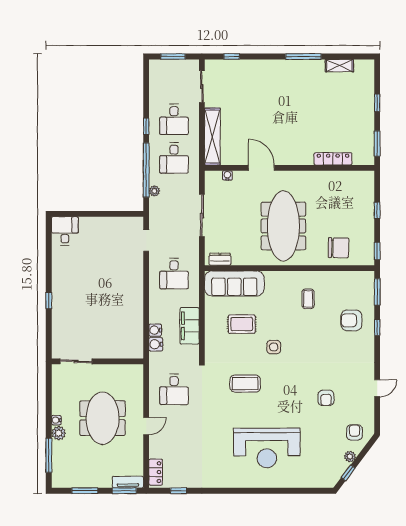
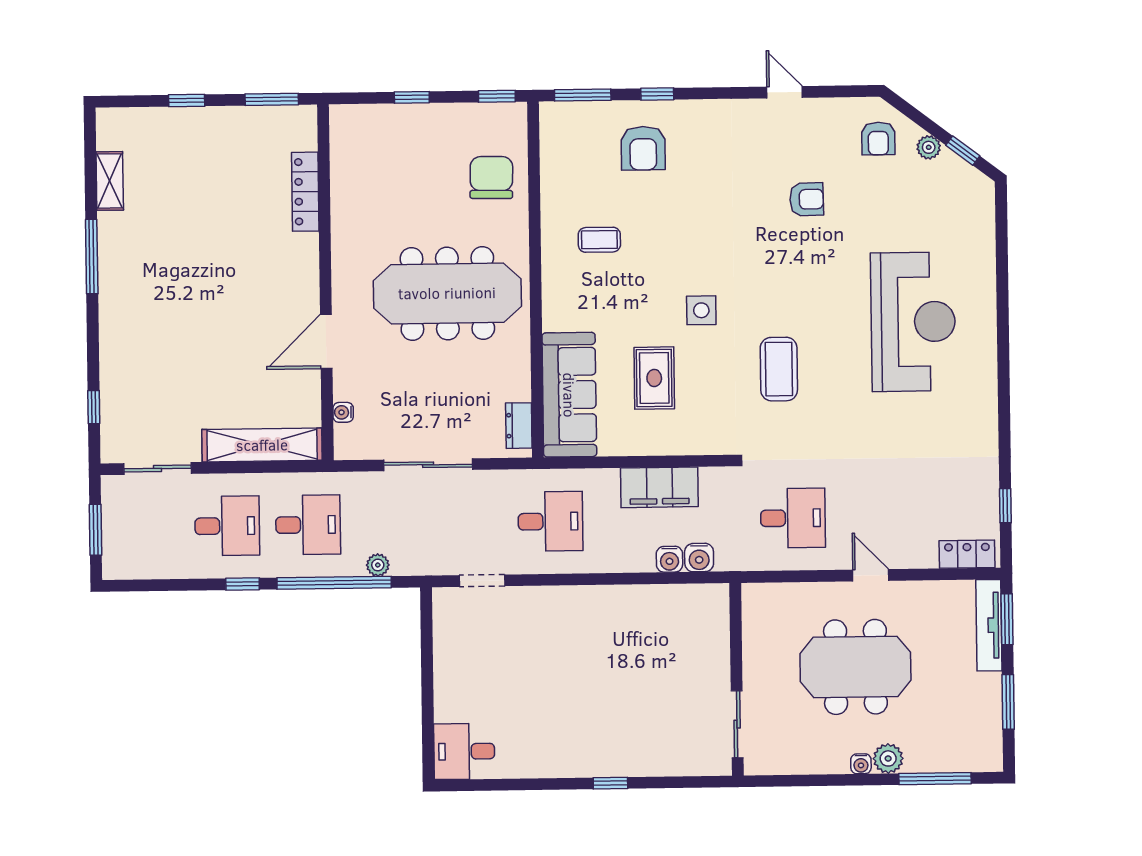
armchair: (354, 433) -> (878, 139), turned -90
tv unit: (128, 482) -> (989, 625), width x1.41

